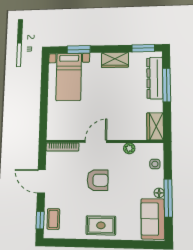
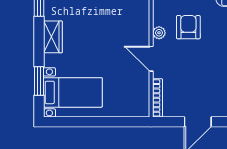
plant: (129, 148) -> (159, 33), moved
armchair: (98, 180) -> (188, 27), moved

